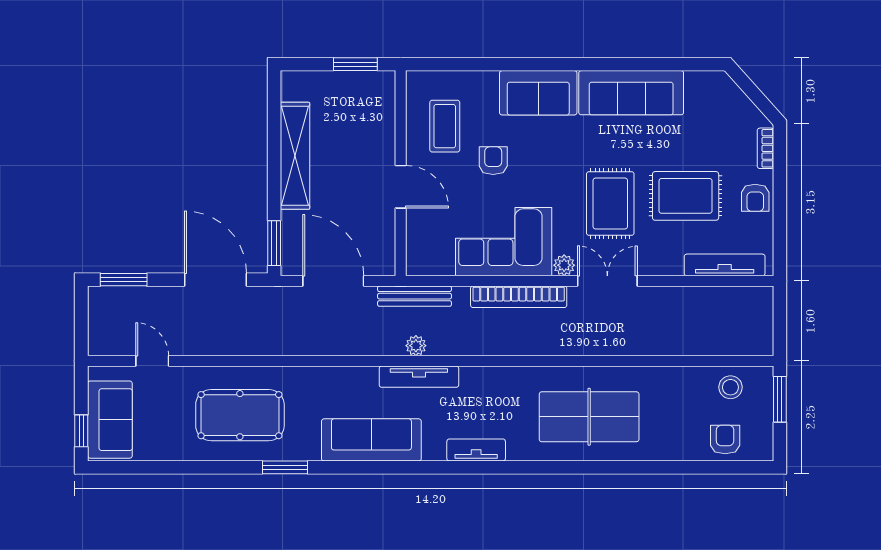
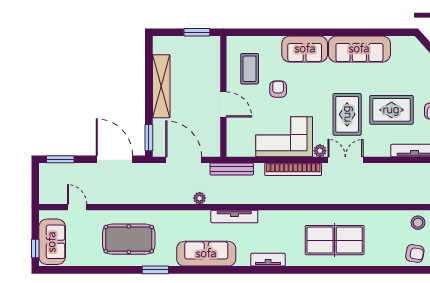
plant: (416, 346) -> (200, 198), moved
armchair: (725, 439) -> (415, 253), turned 100

